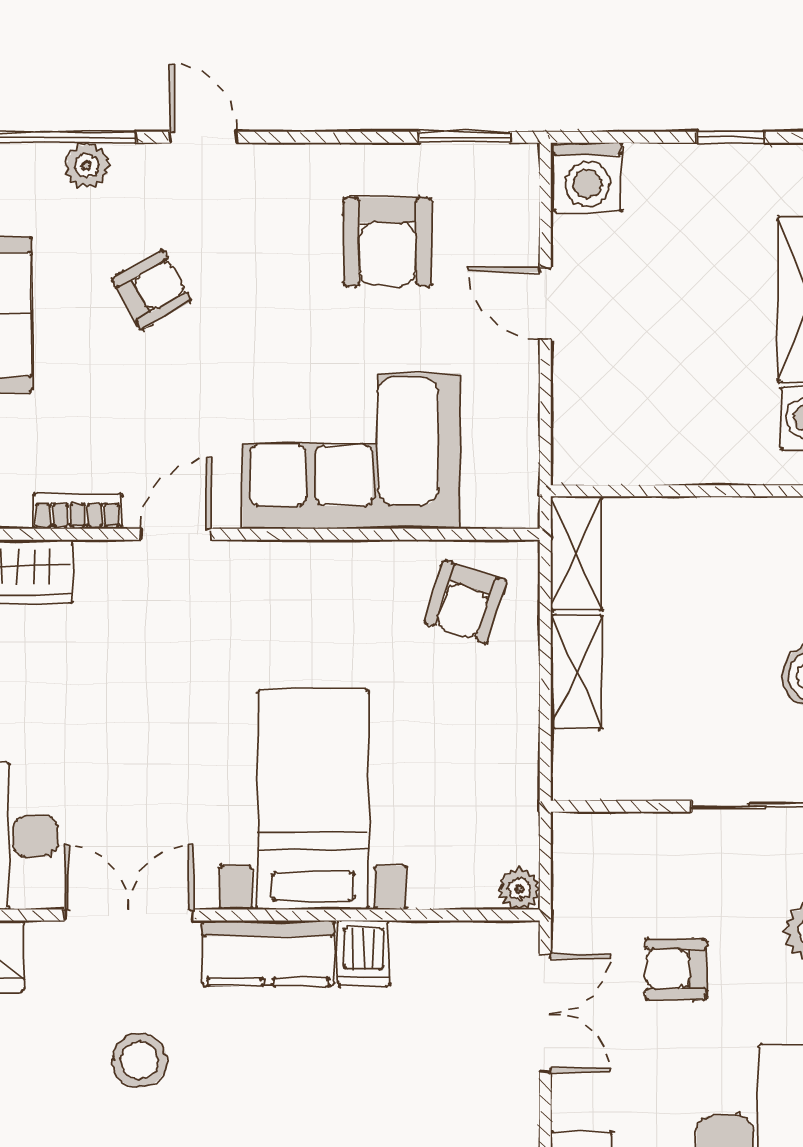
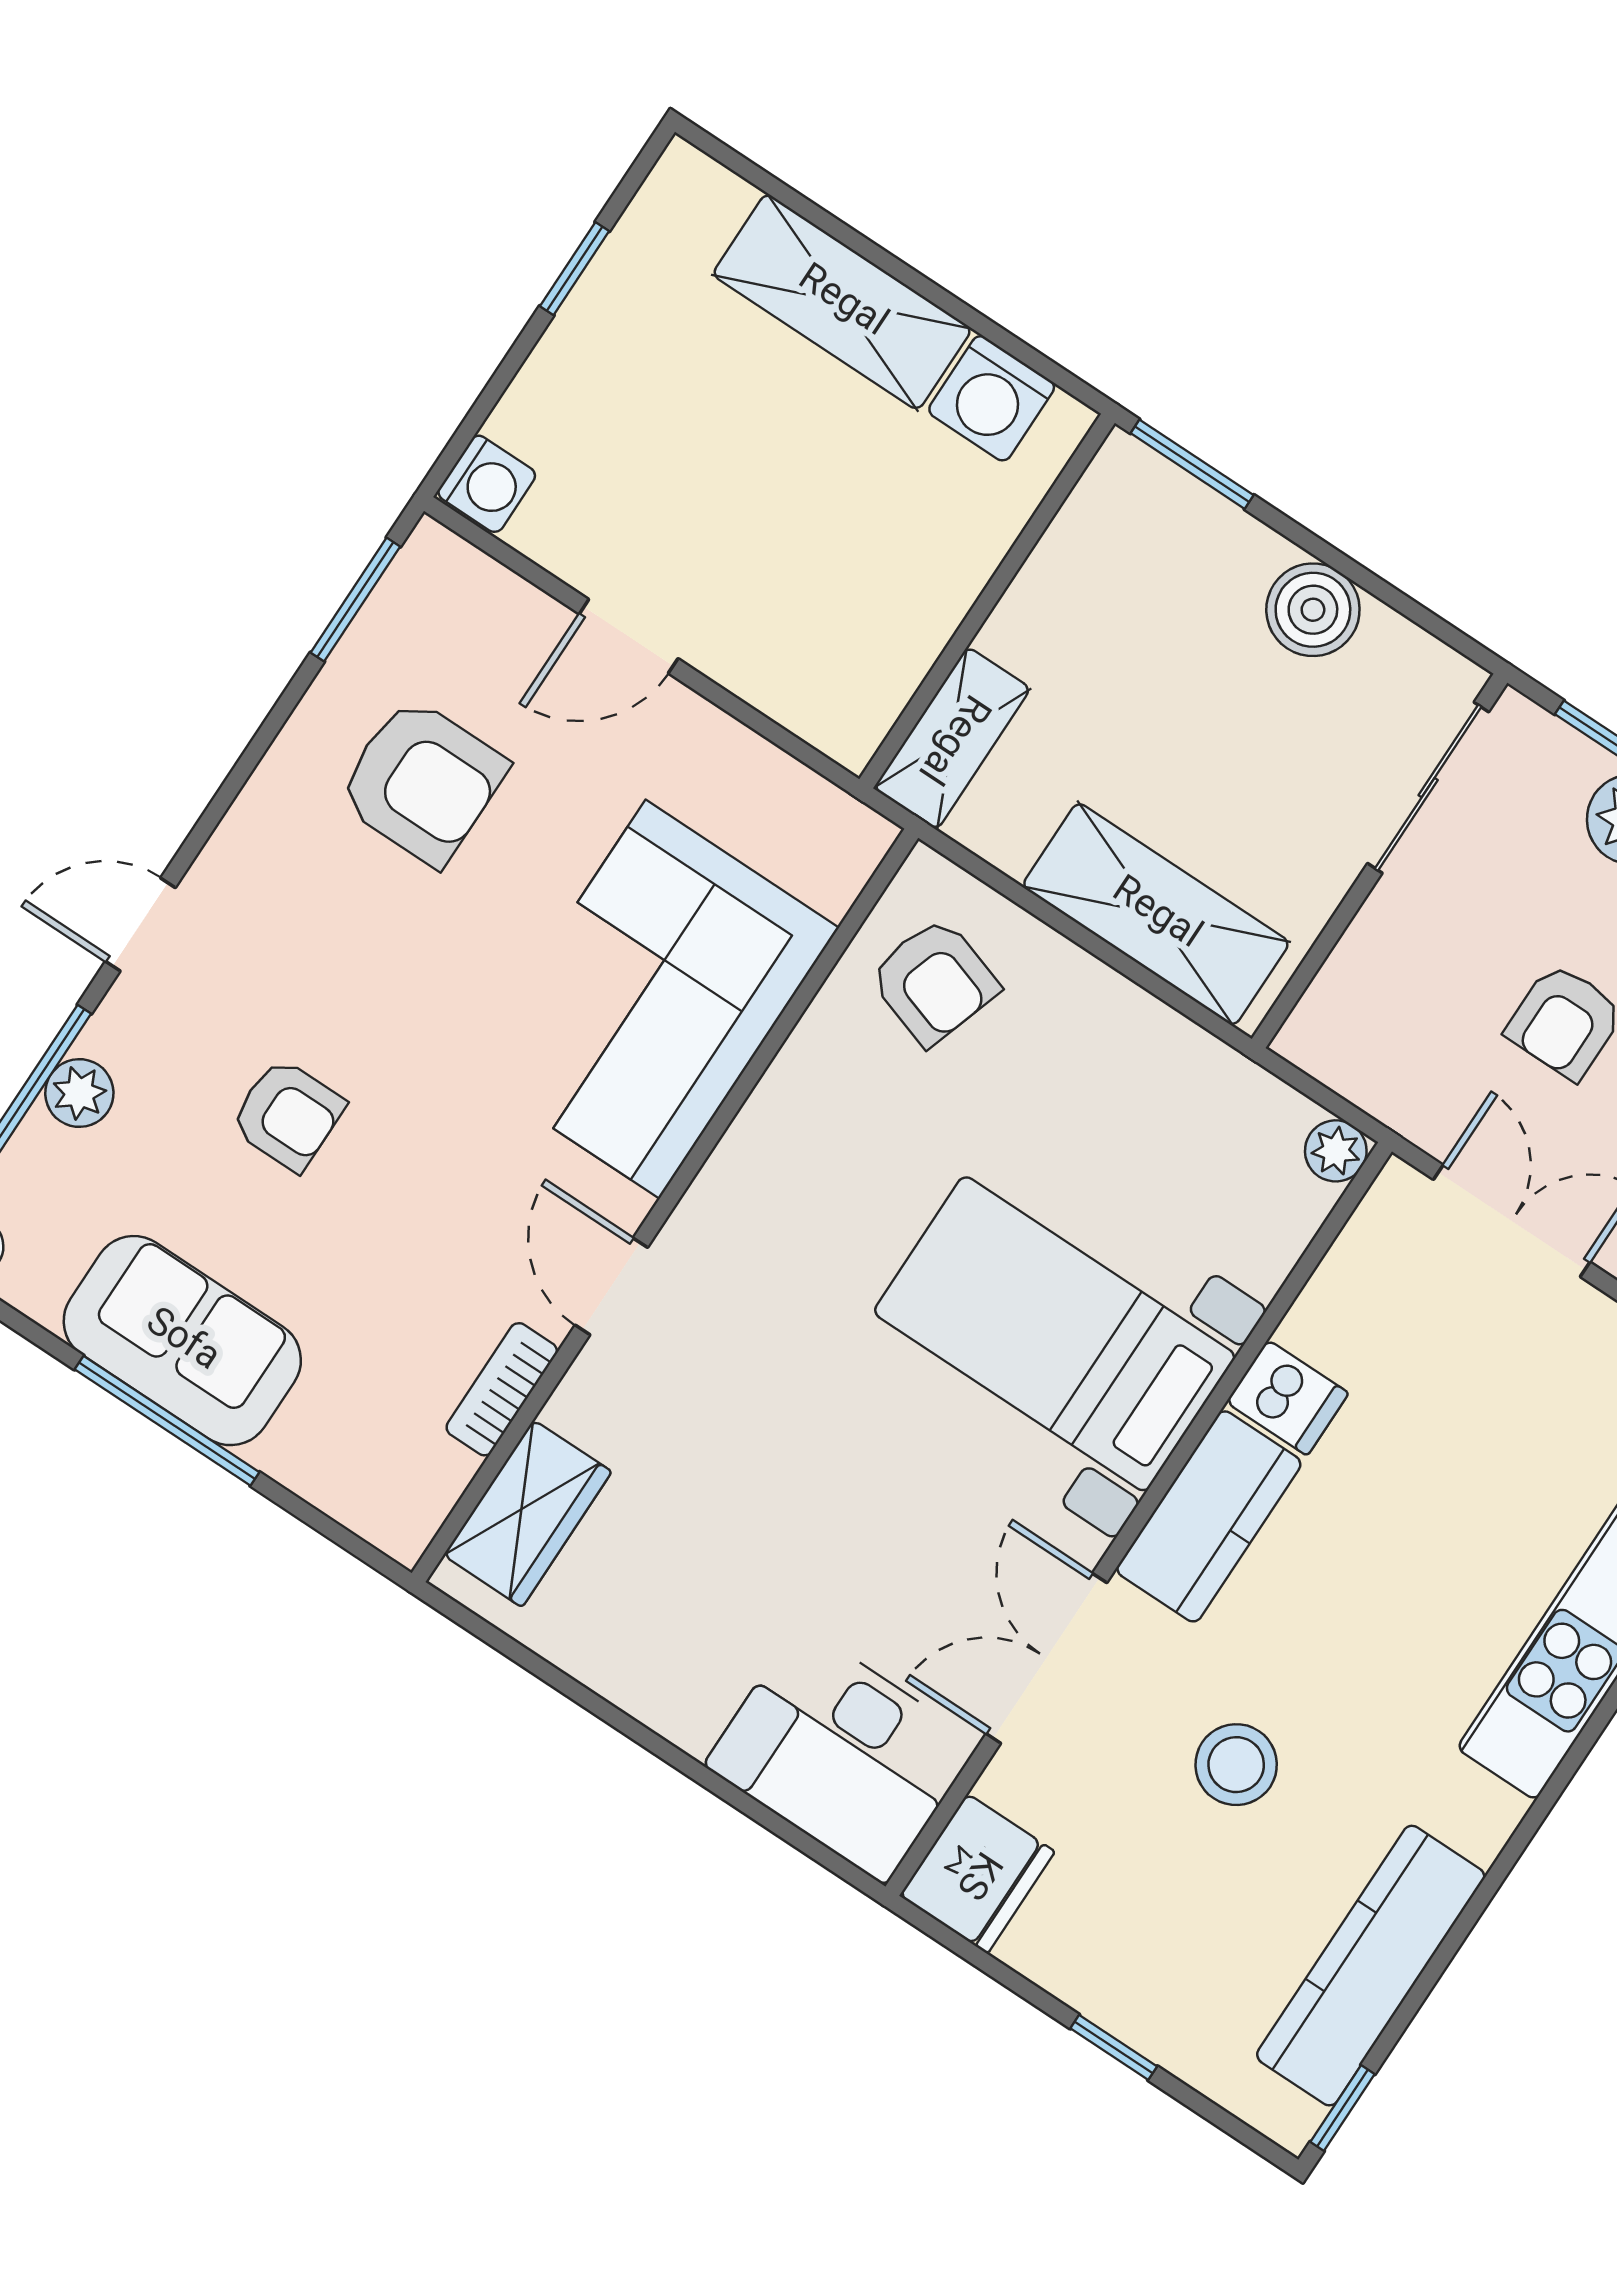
washing machine: (587, 177) -> (487, 484), width x0.73, depth x0.73
armchair: (152, 290) -> (288, 1115), turned 120
shelving: (576, 553) -> (952, 738), moved, turned 90
shelving: (576, 672) -> (1156, 914), width x1.50, depth x1.33

